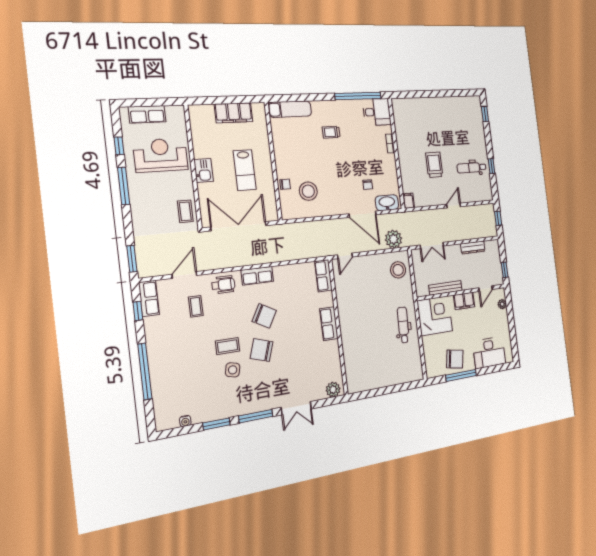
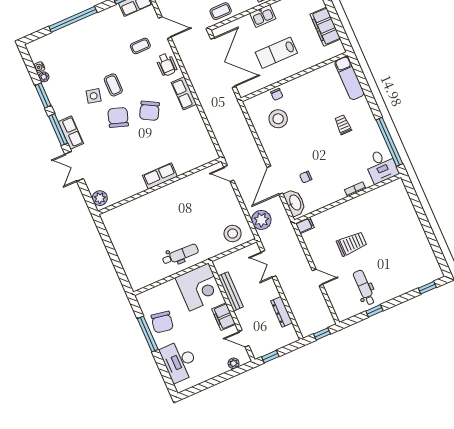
row of seats: (323, 276) -> (71, 133), moved, turned 90
plant: (197, 418) -> (44, 77), added

